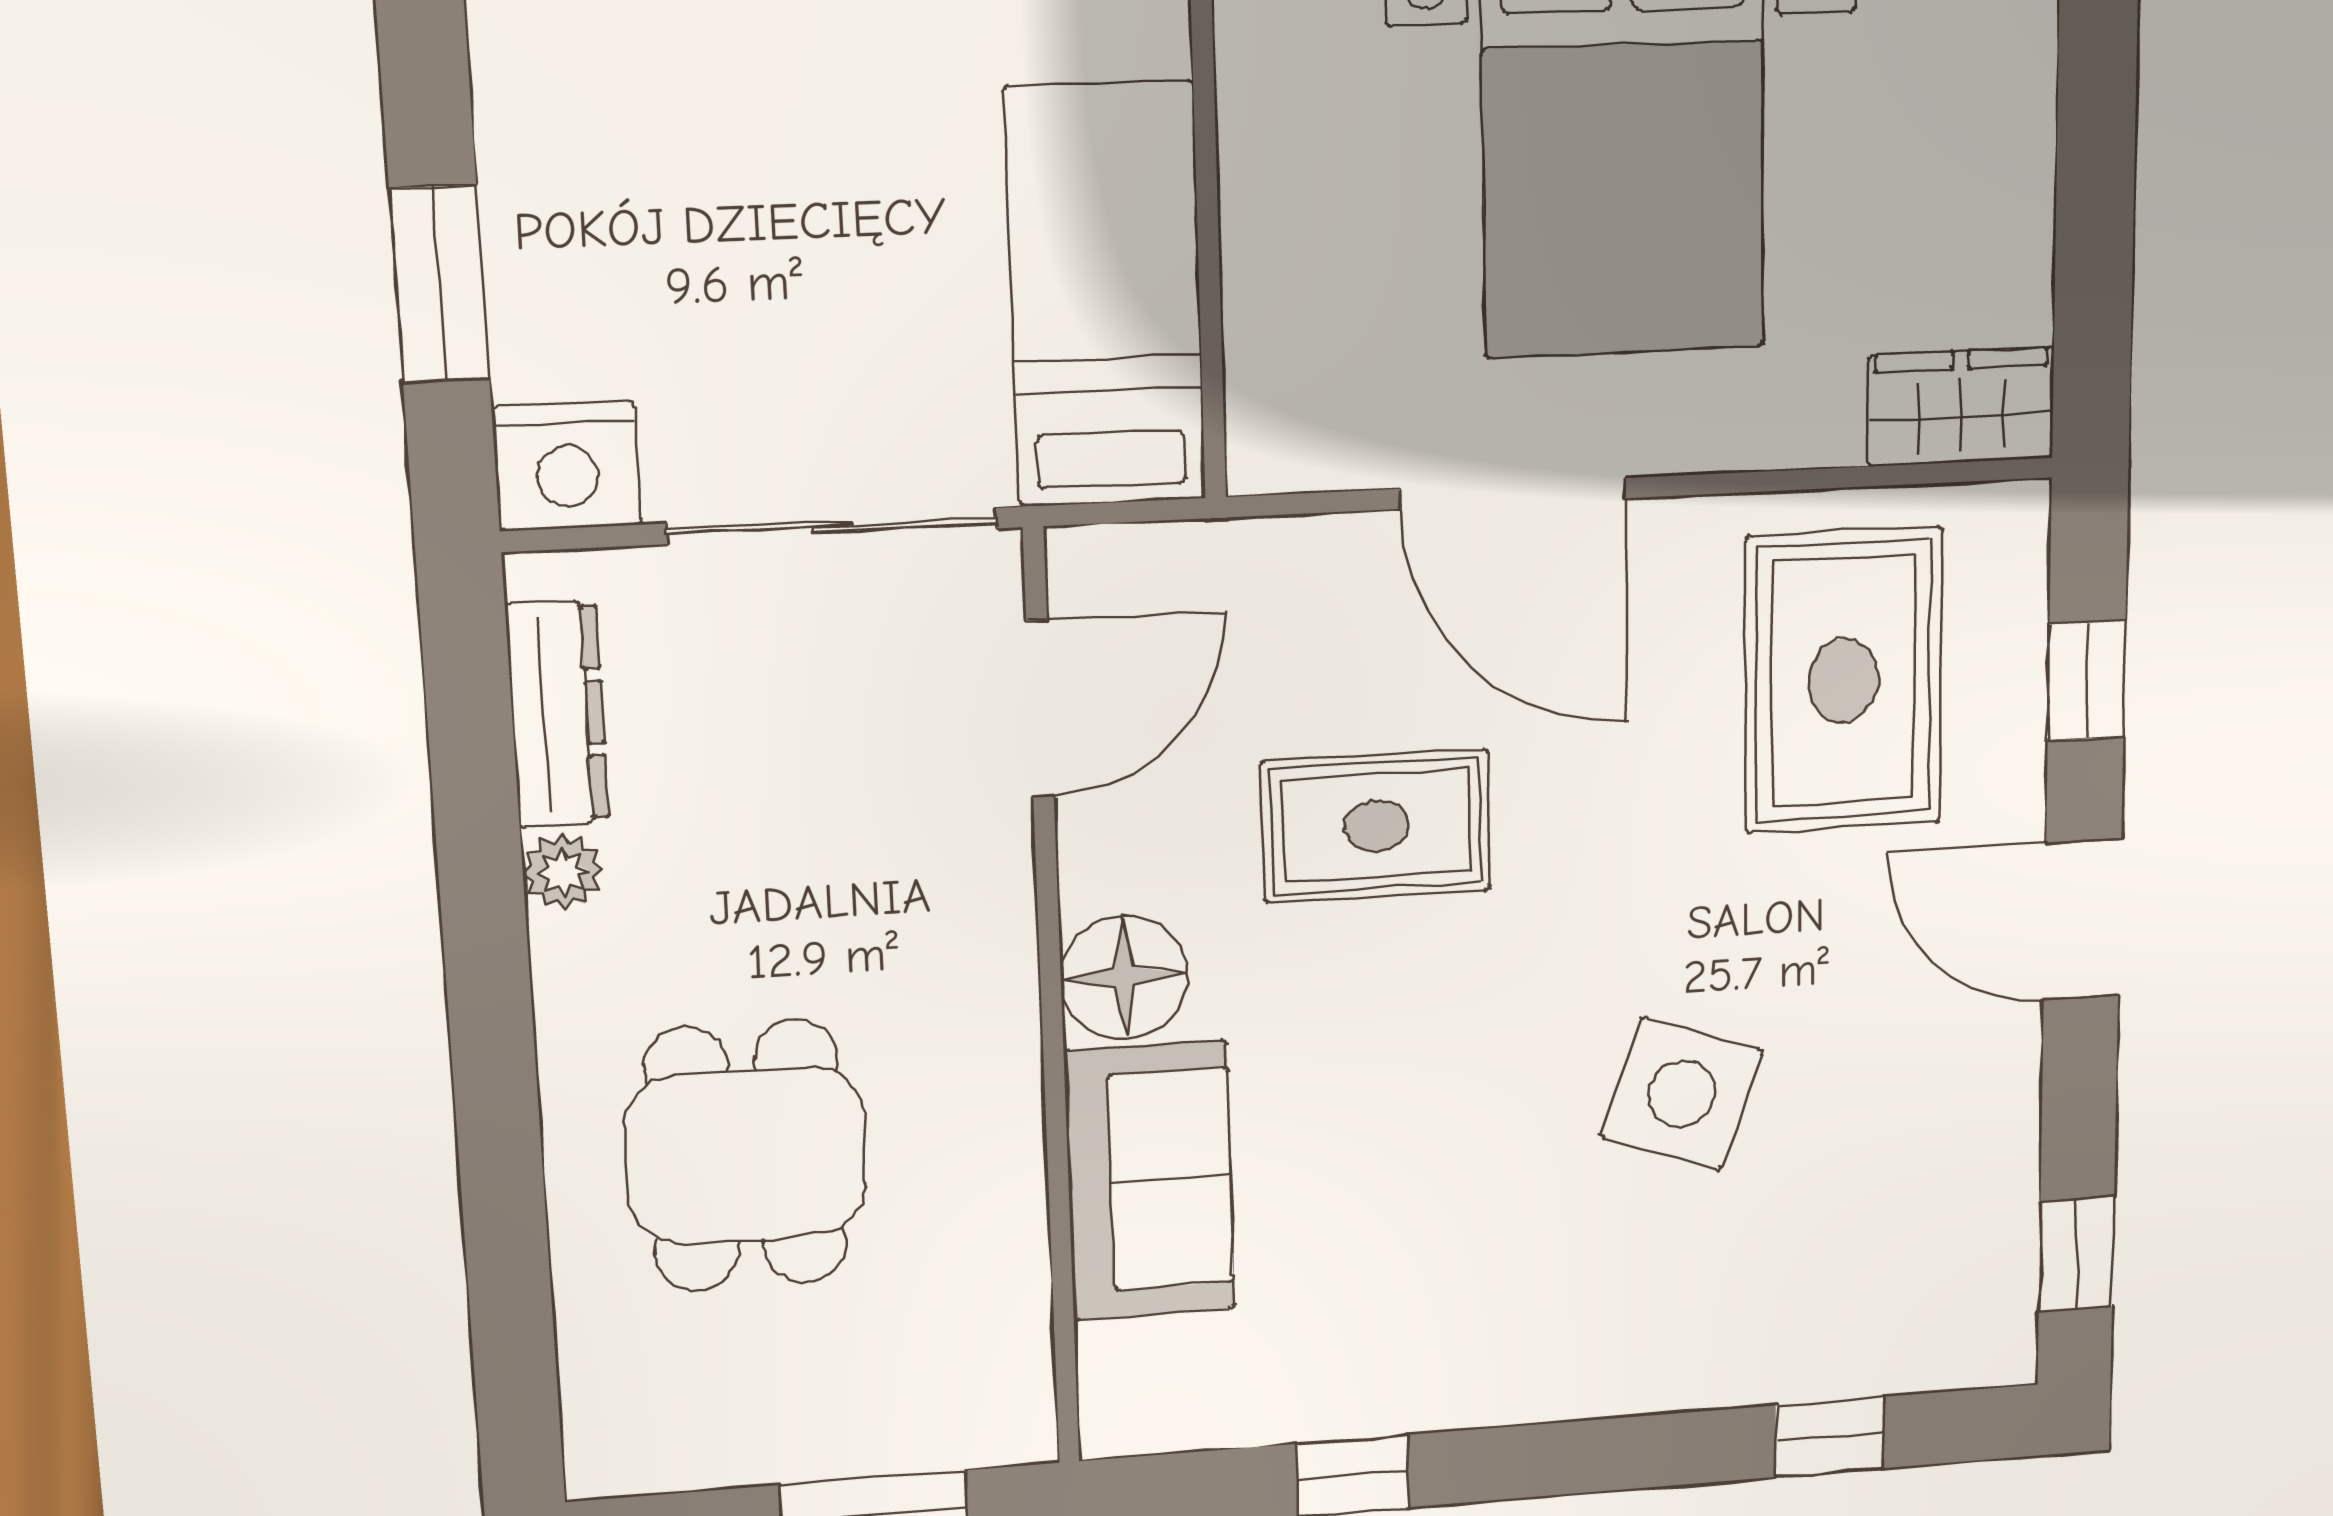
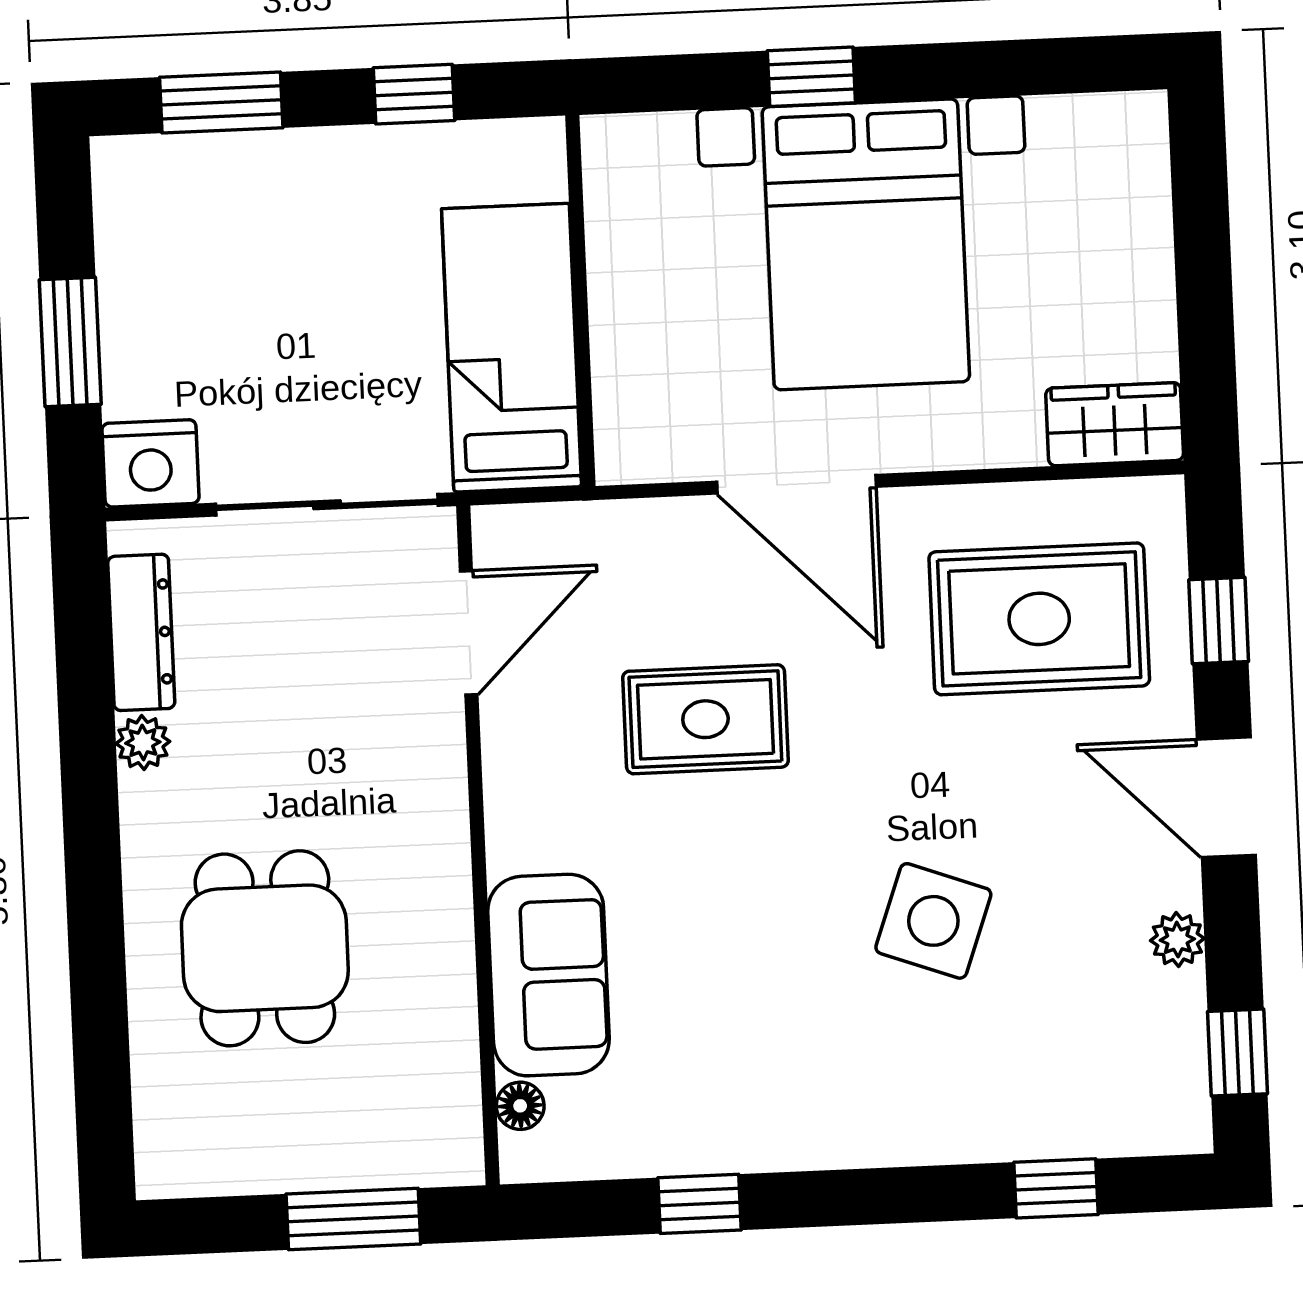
rug: (1844, 680) -> (1039, 619), turned 90
floor lamp: (1124, 977) -> (520, 1106), moved, width x0.53, depth x0.53
plant: (2006, 1110) -> (1177, 940), added

